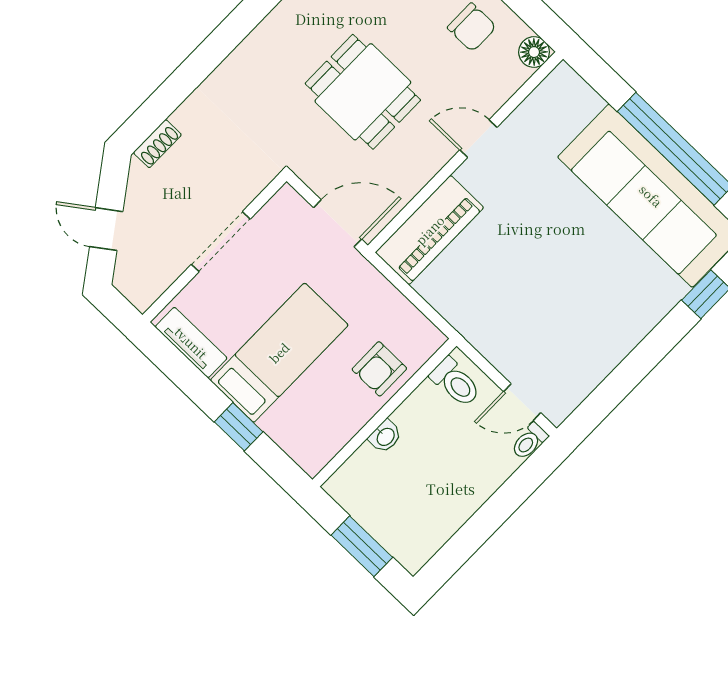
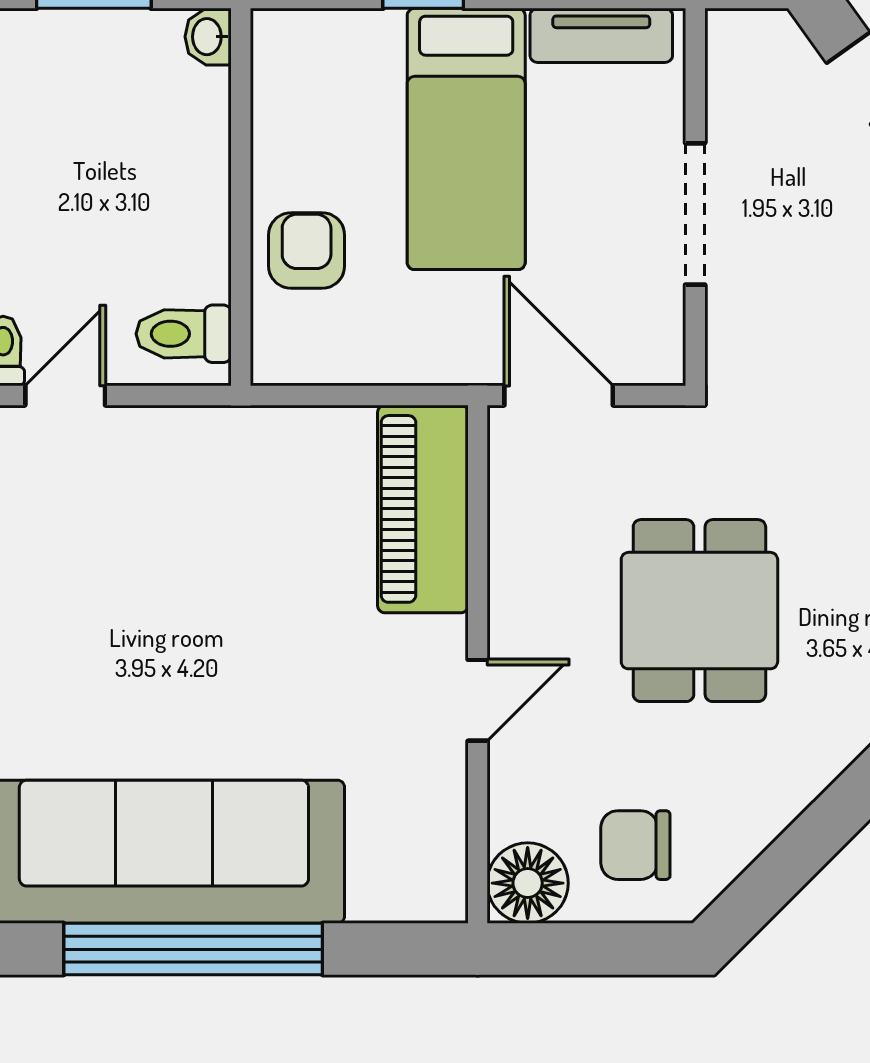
floor lamp: (534, 52) -> (528, 883), width x1.38, depth x1.38
dining table: (363, 92) -> (699, 611), turned 90
door: (338, 223) -> (559, 395), swing flipped
washbasin: (385, 436) -> (208, 37), moved

